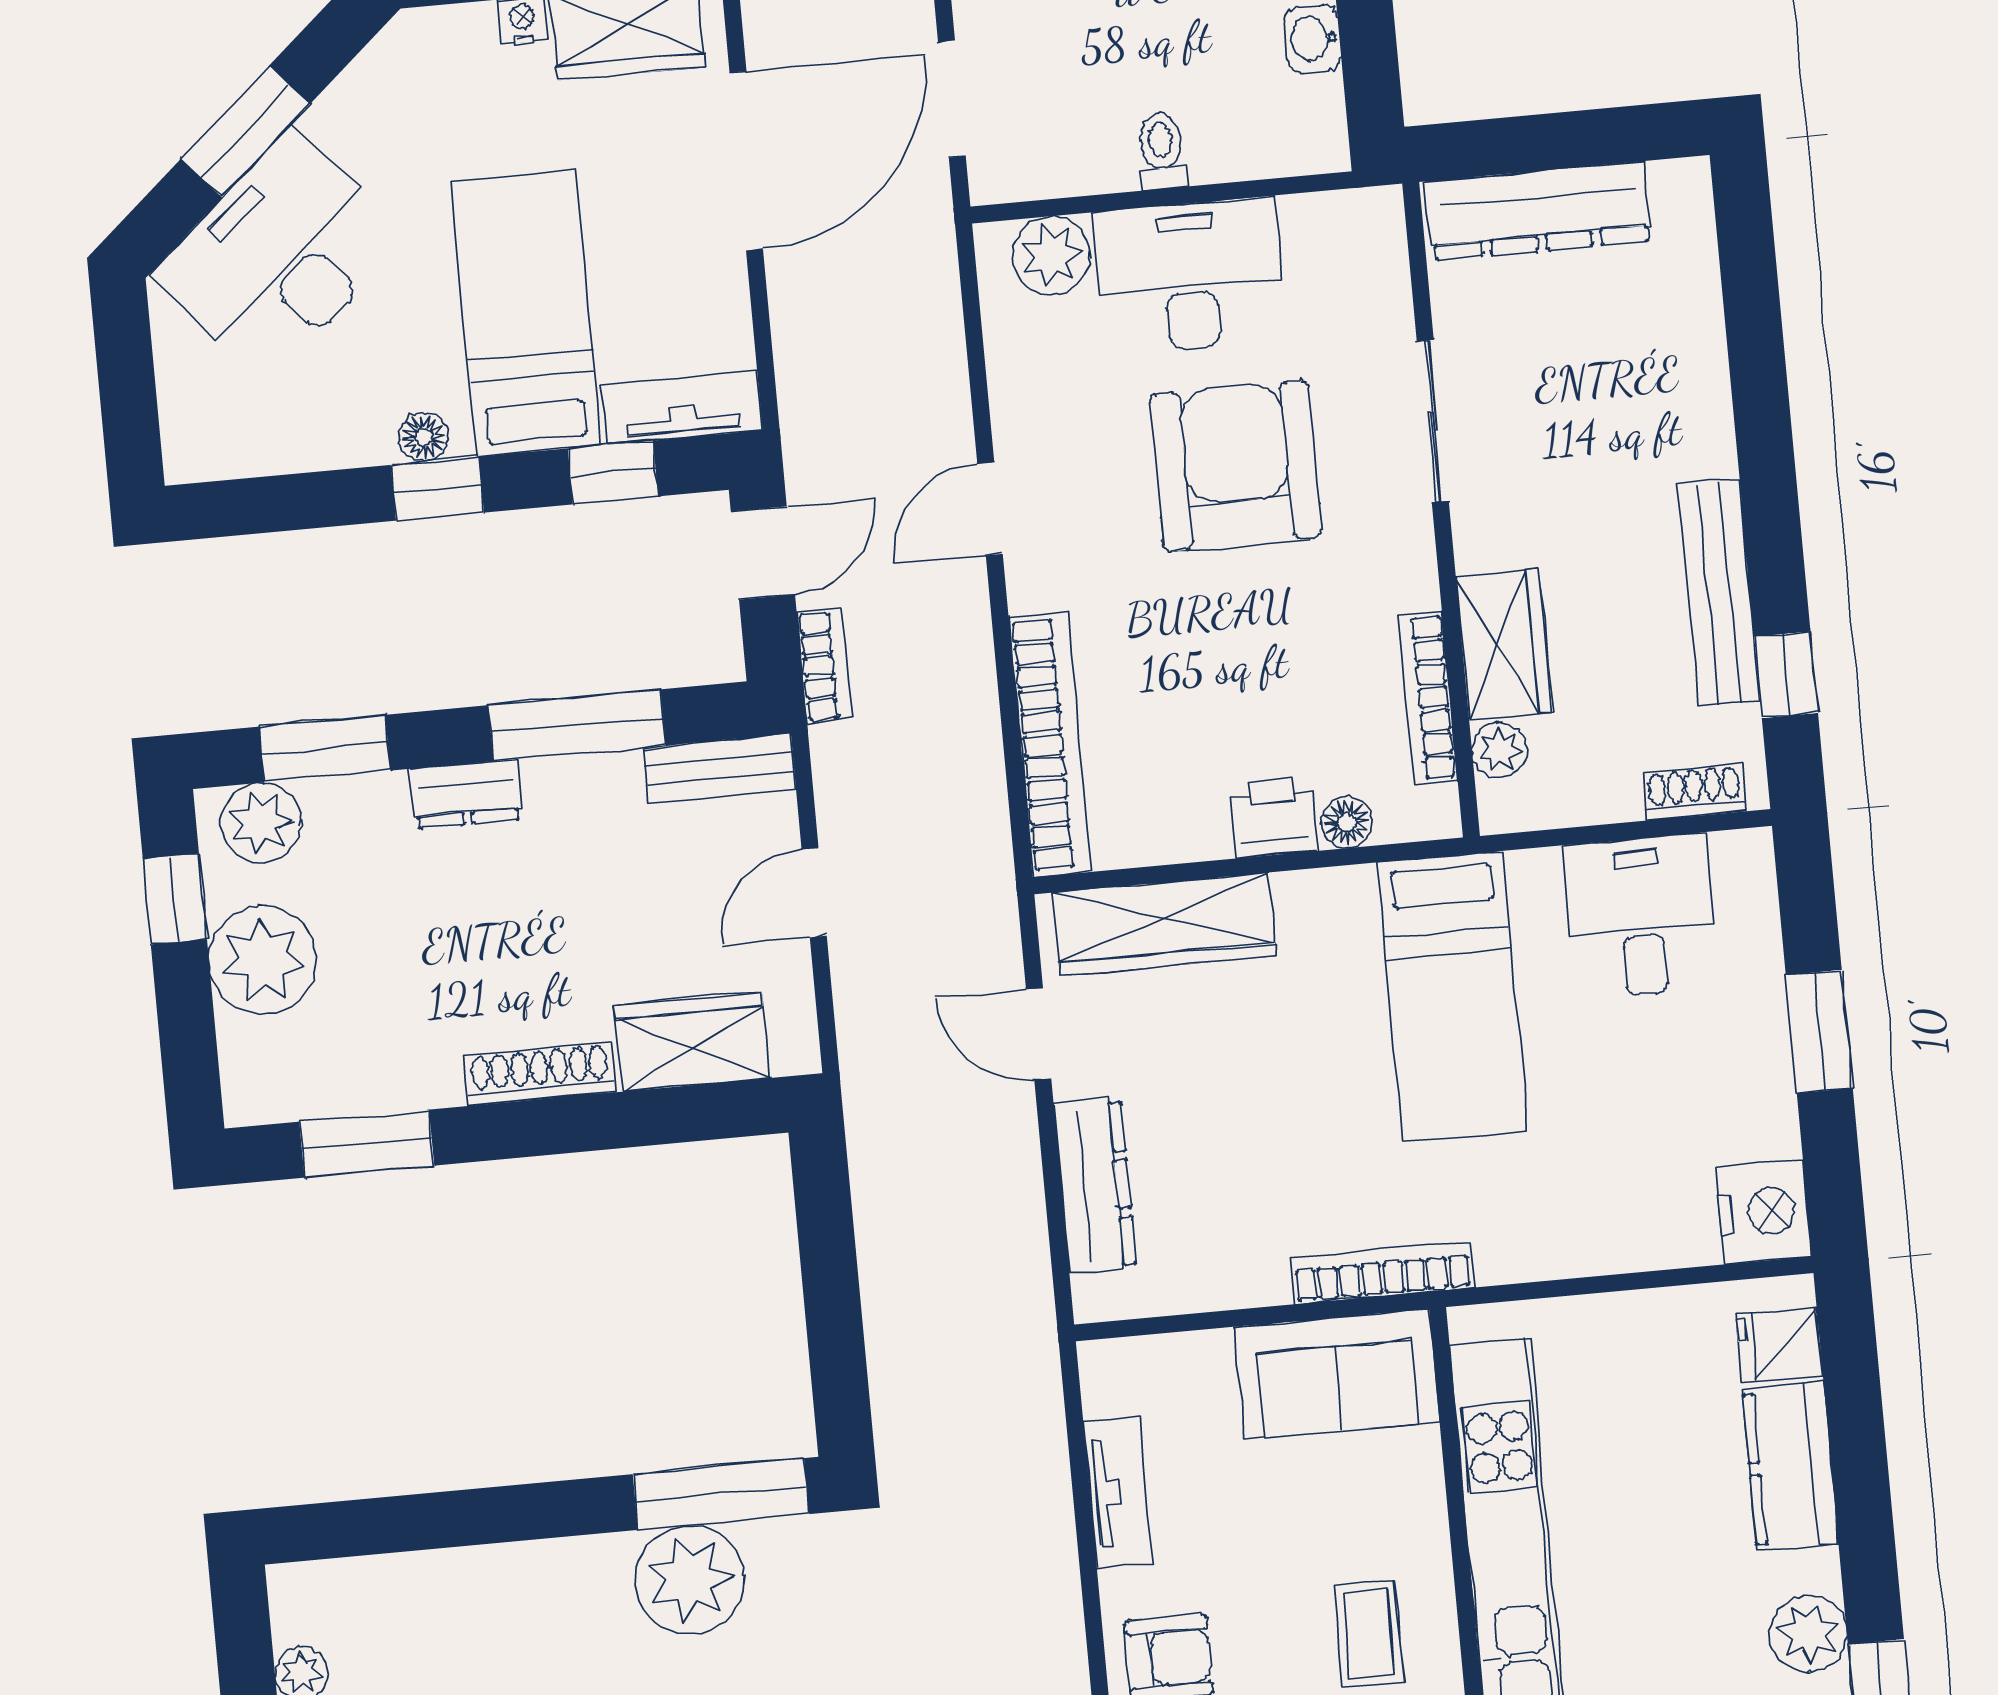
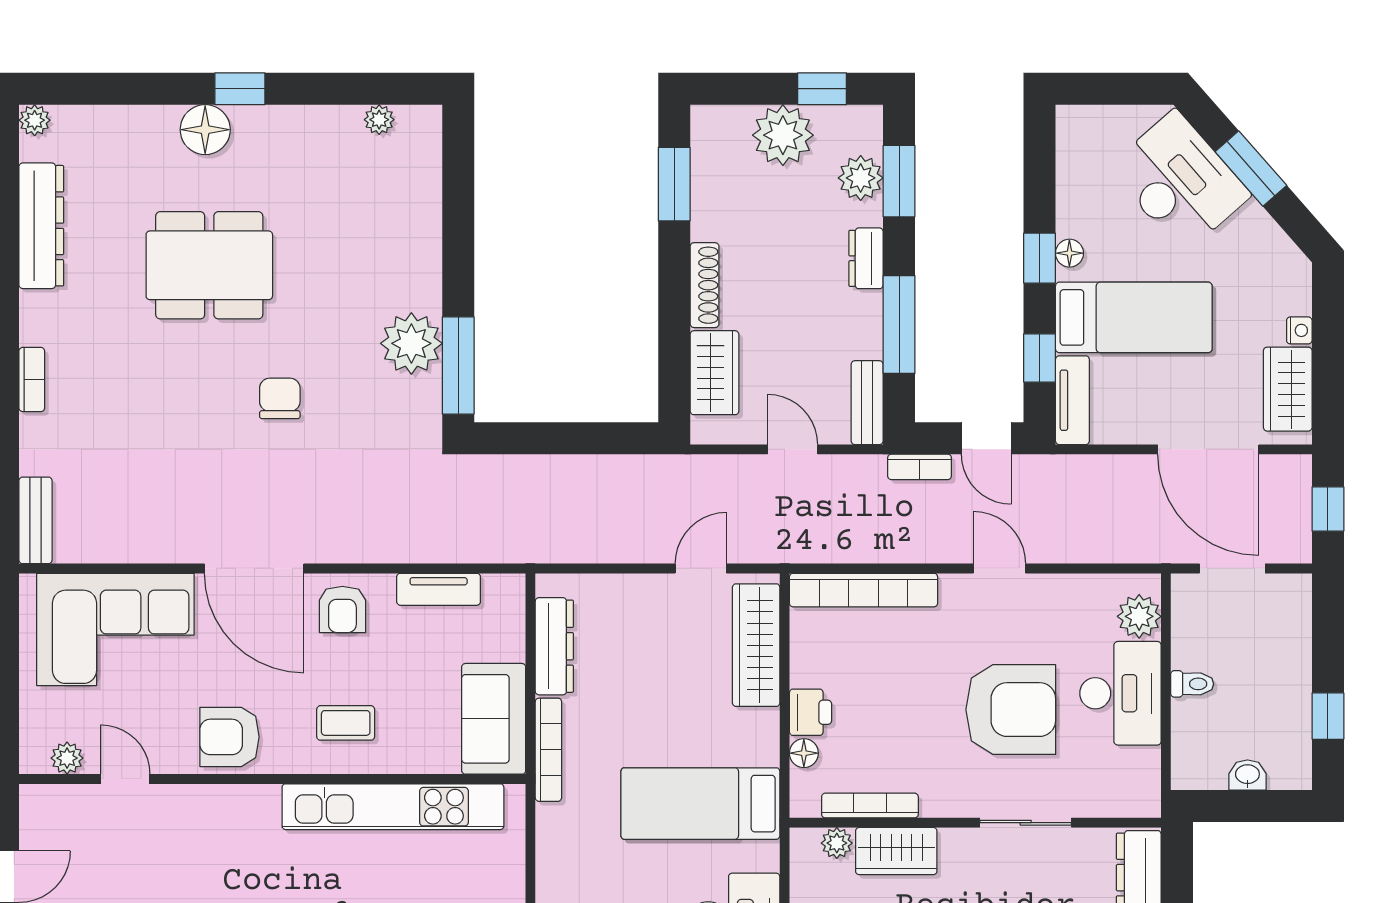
plant: (261, 823) -> (861, 178), moved
dresser: (1095, 1186) -> (554, 646), moved, turned -90

